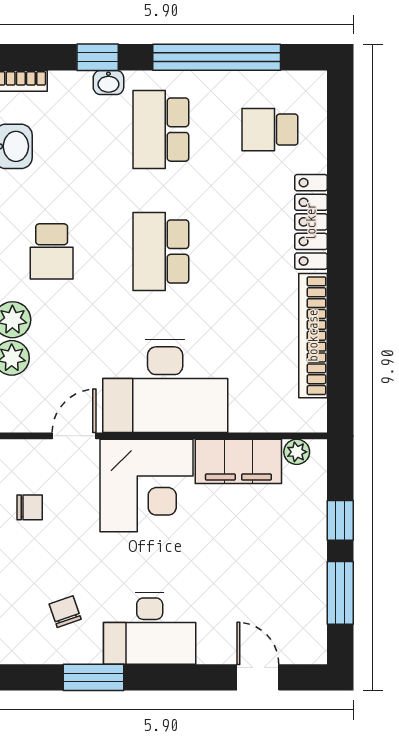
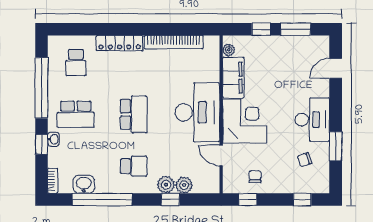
school desk: (161, 251) -> (134, 114), turned -90

